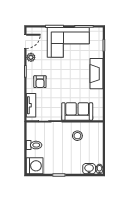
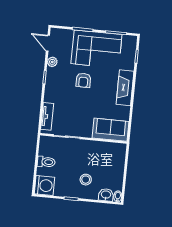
door: (25, 41) -> (48, 43), swing flipped
armchair: (40, 82) -> (83, 80), moved
sofa: (77, 111) -> (111, 130), moved
stool: (77, 136) -> (86, 180), moved

